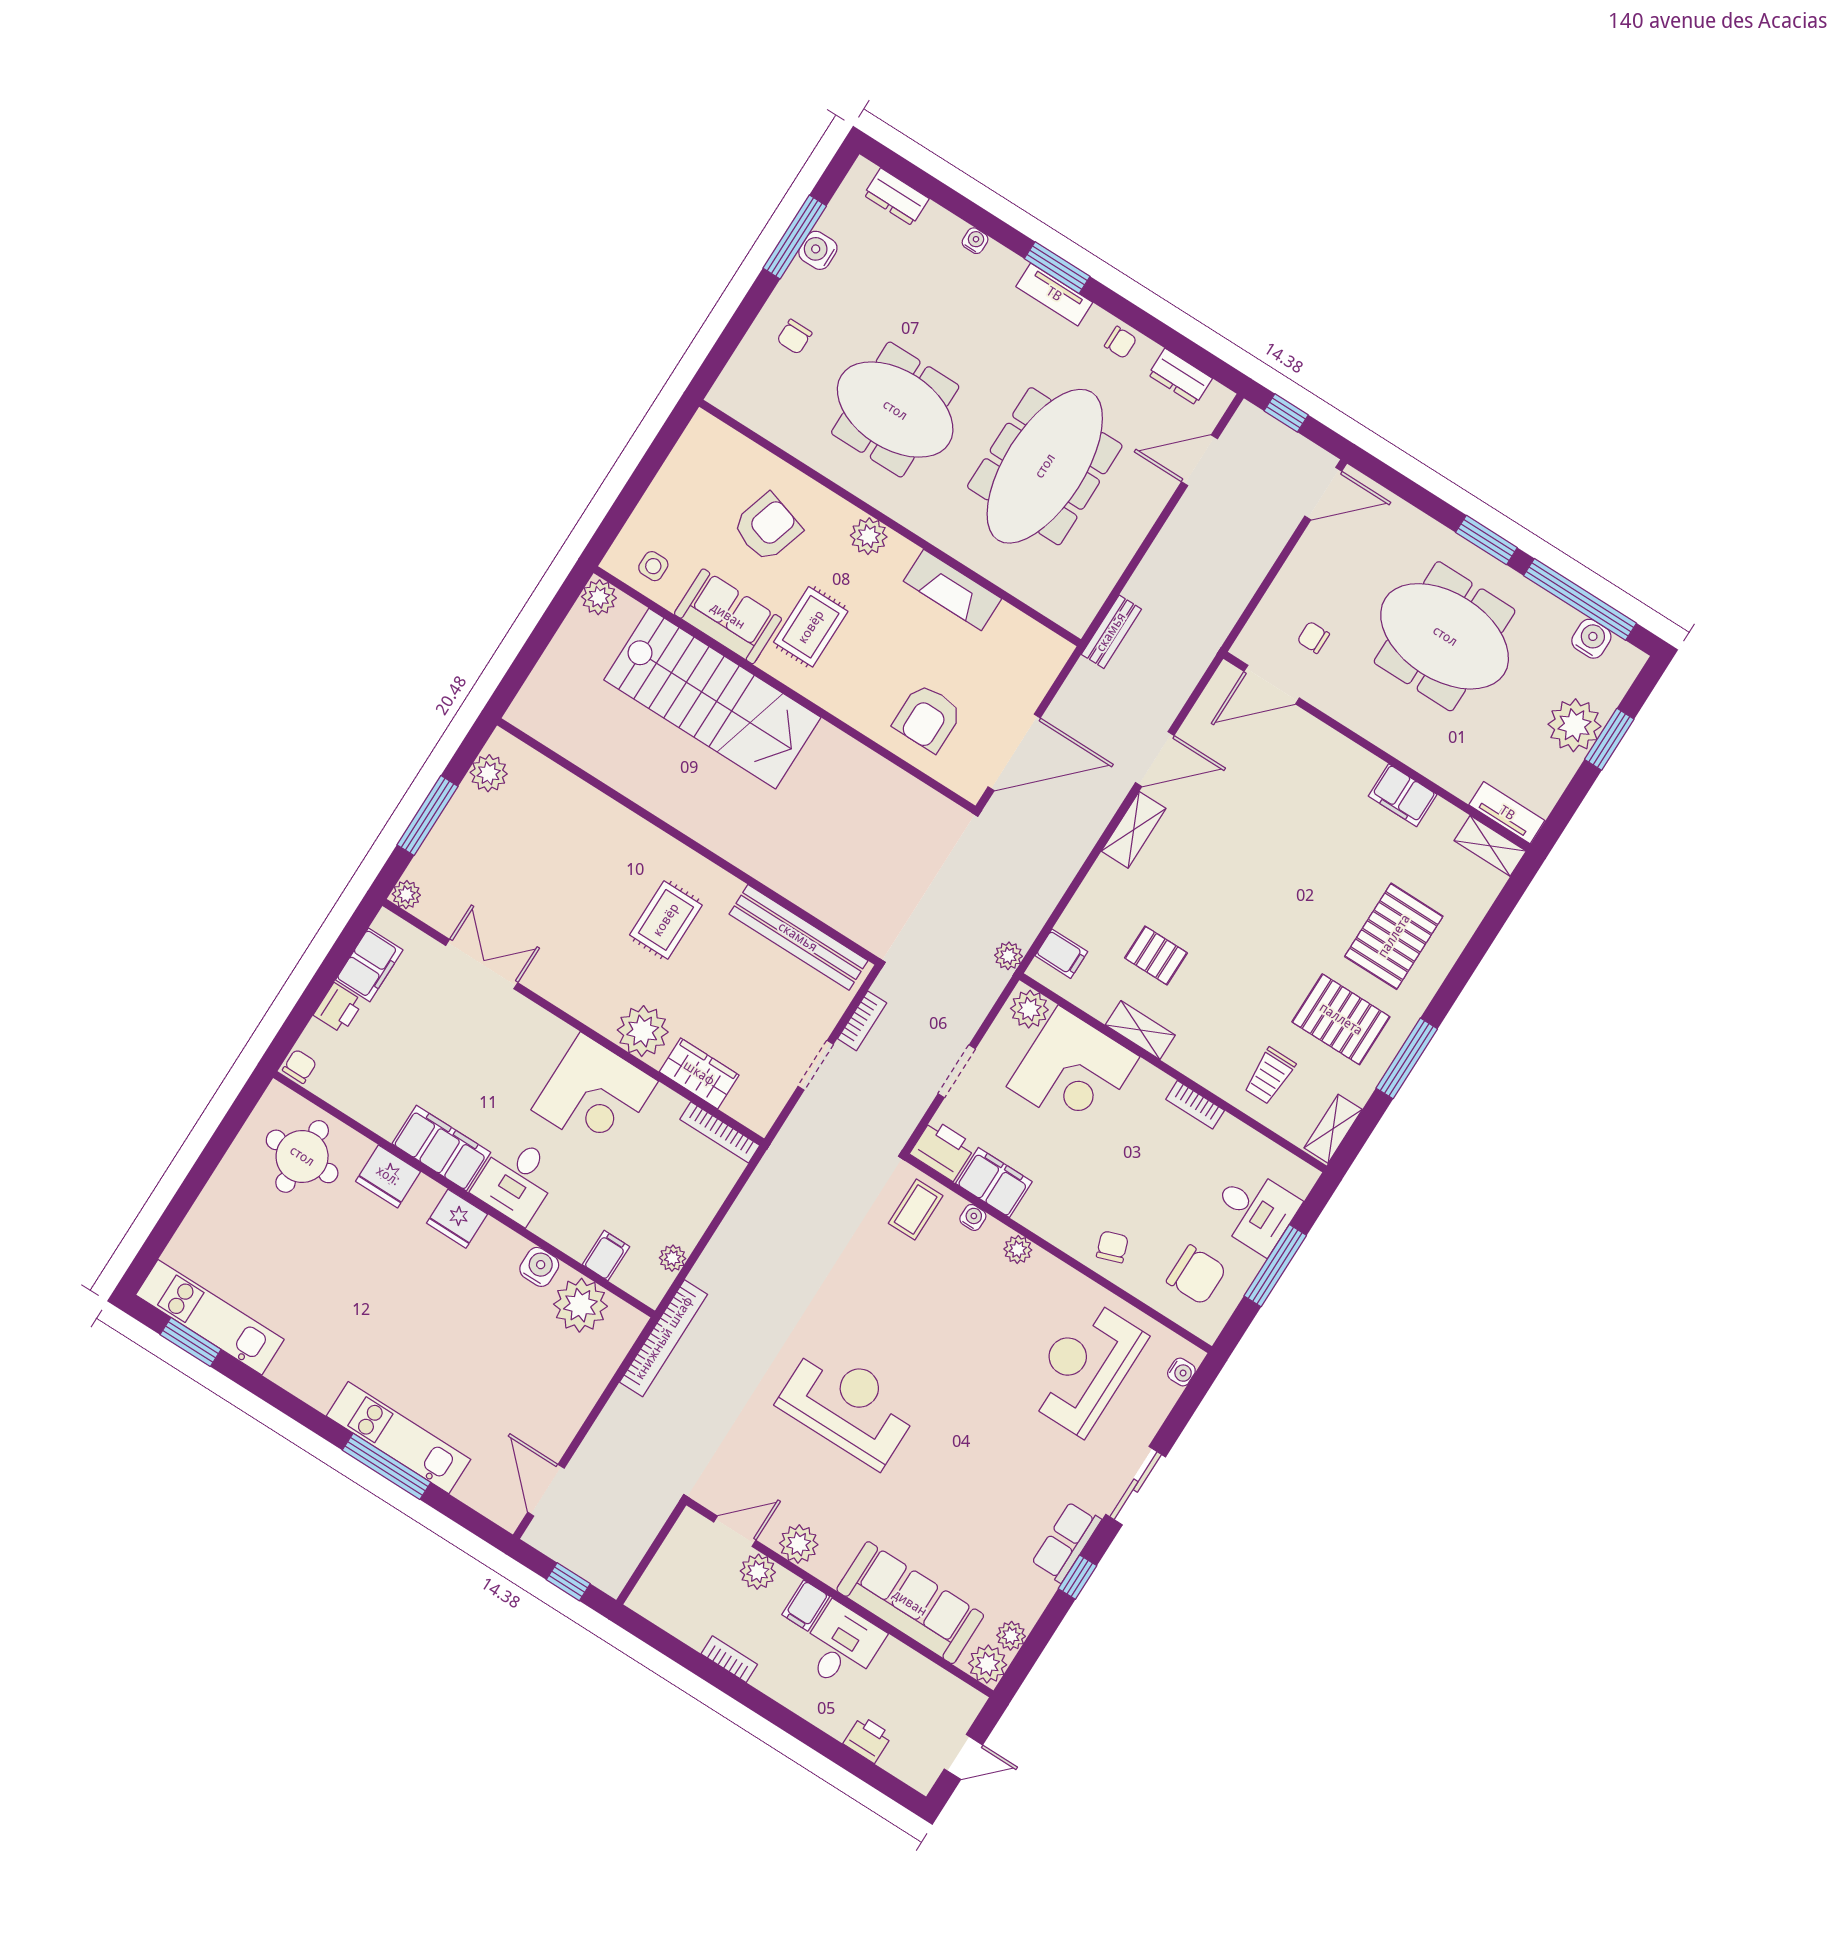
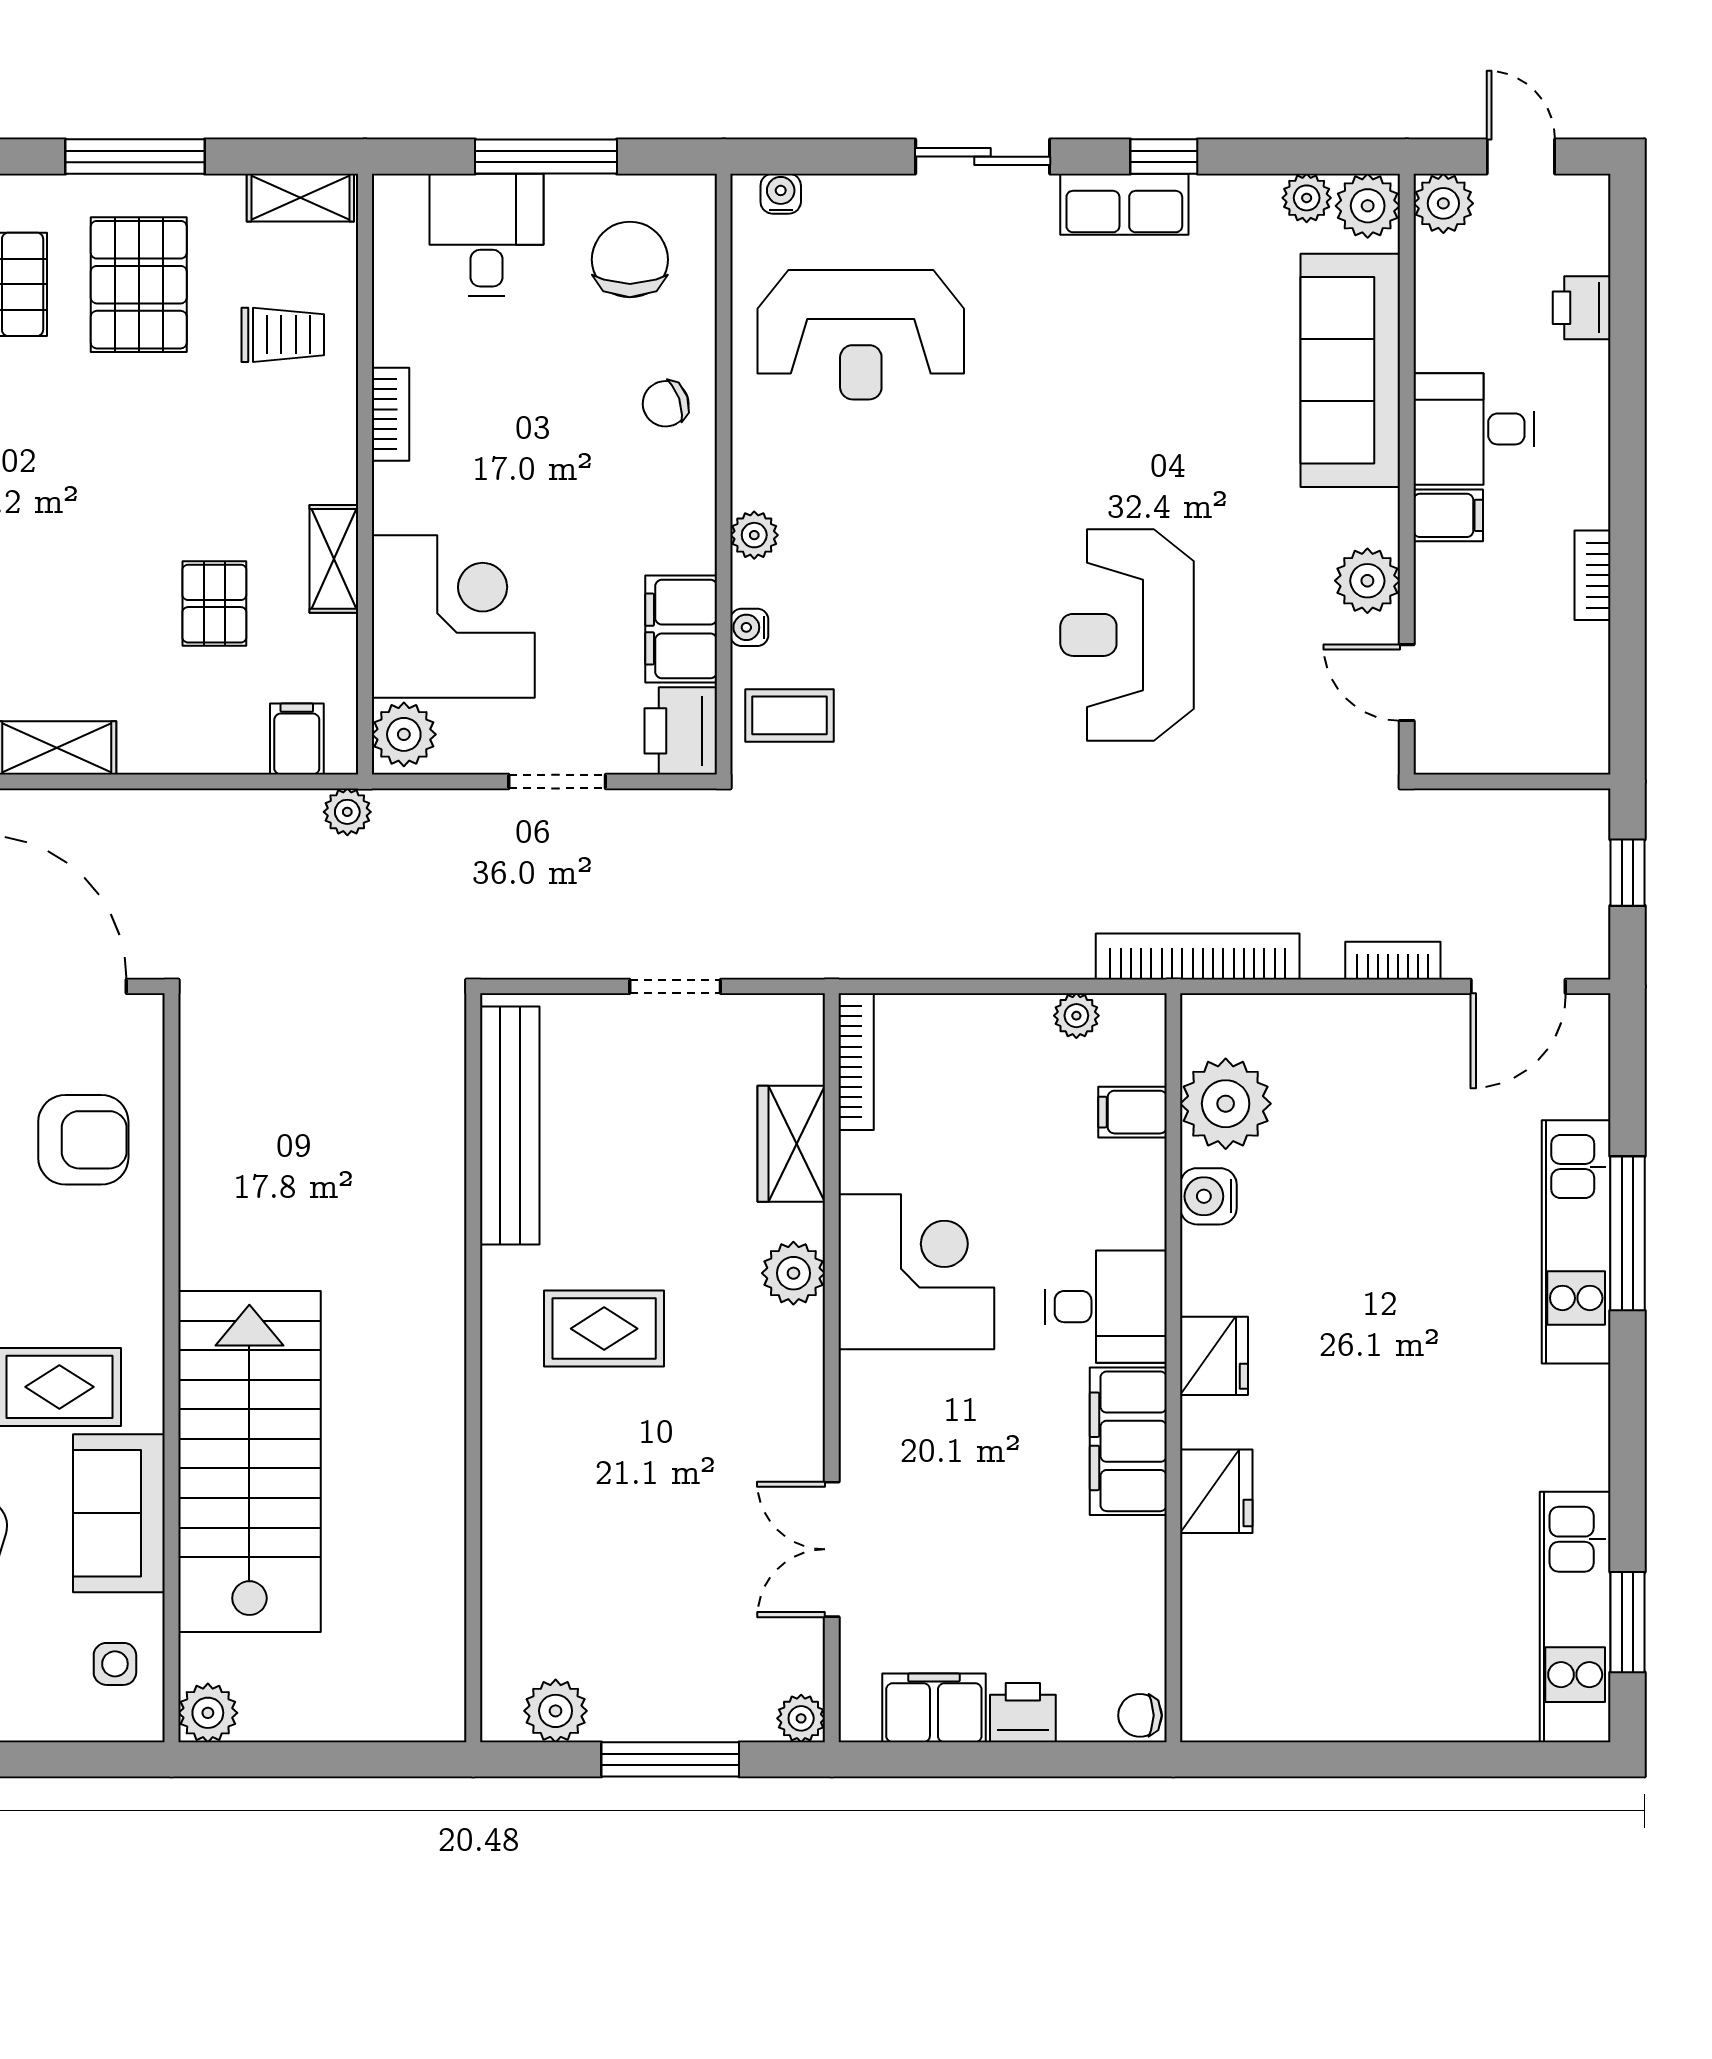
bookcase: (862, 1021) -> (1393, 961), moved
plant: (643, 1031) -> (793, 1273), width x0.73, depth x0.73
round table: (302, 1156) -> (1265, 1631), removed
plant: (758, 1572) -> (1443, 203), moved

